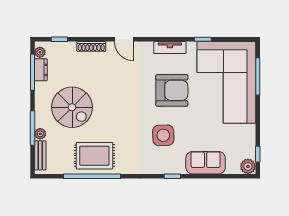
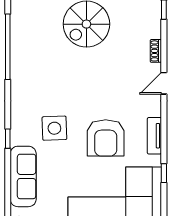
shoe rack: (91, 46) -> (156, 51), width x0.70
rug: (94, 156) -> (31, 50), removed
sofa: (206, 163) -> (23, 176), width x1.36

